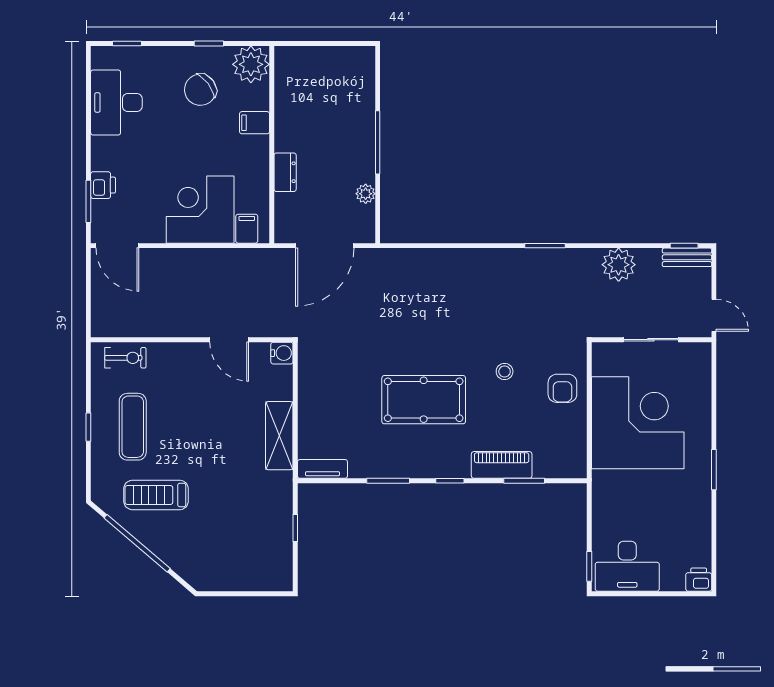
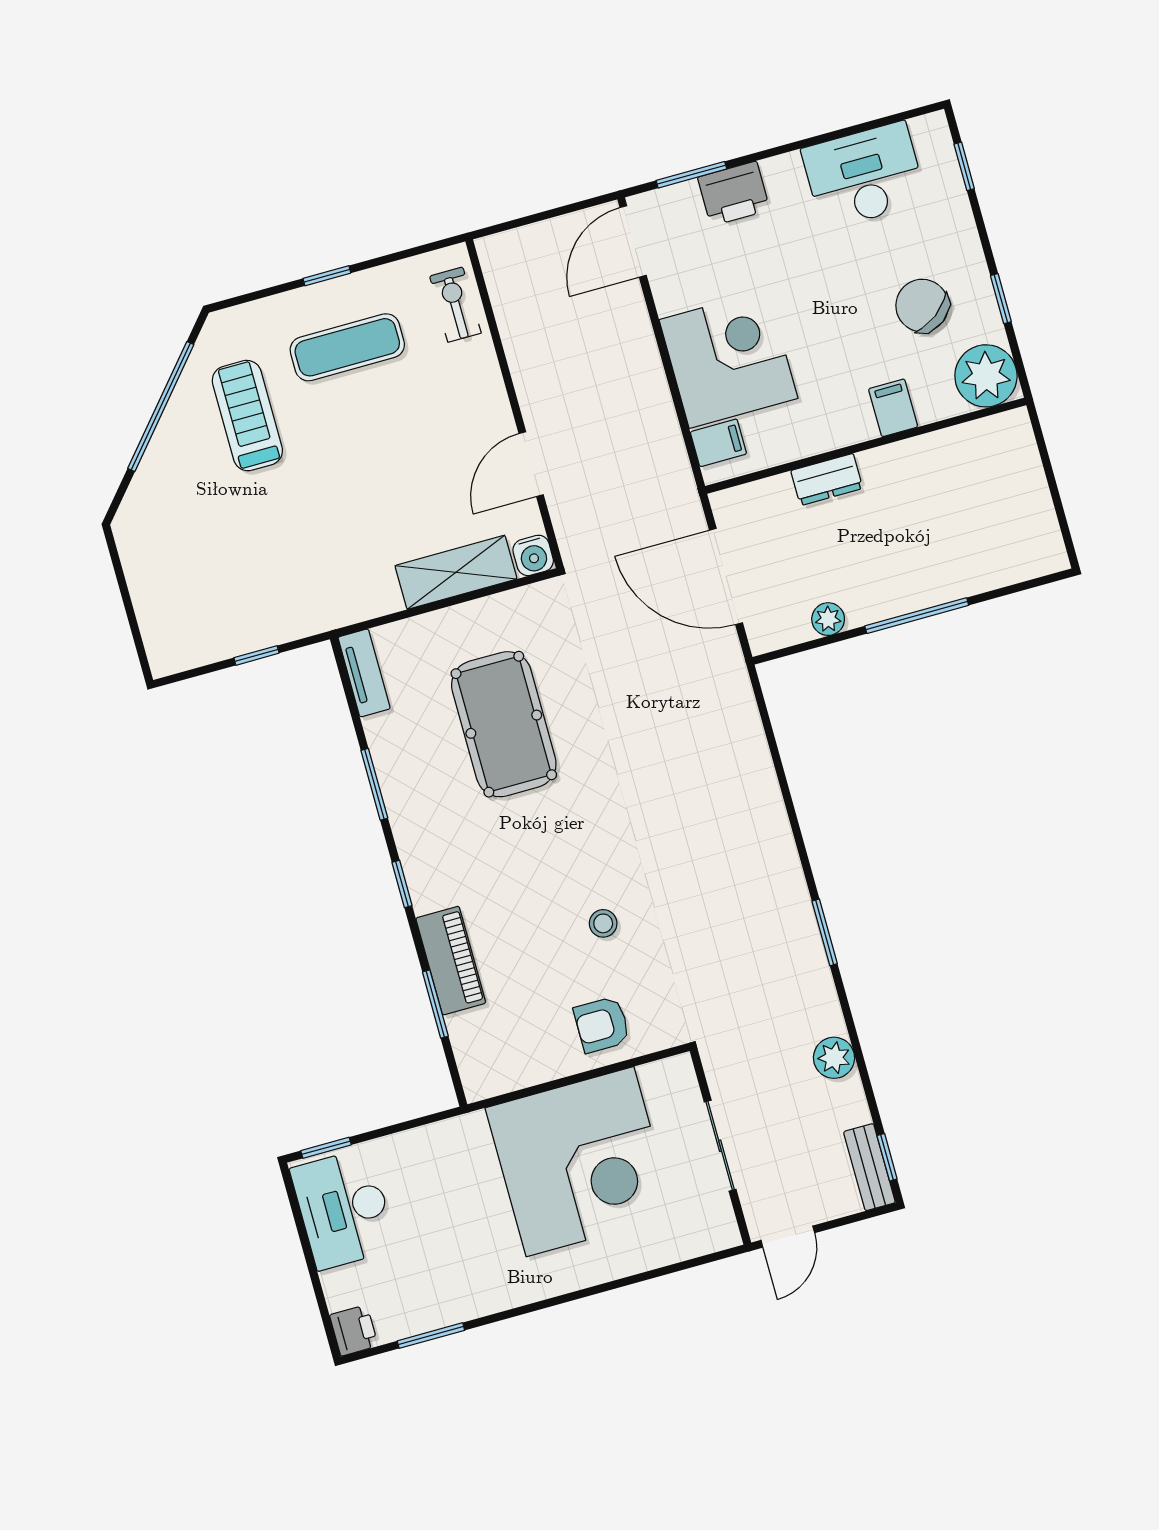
printer: (103, 185) -> (734, 194), width x1.36, depth x1.24
plant: (619, 265) -> (834, 1058), width x0.73, depth x0.73
exercise bike: (125, 358) -> (455, 305), turned 180
pool table: (424, 400) -> (504, 724), moved
shelving: (279, 436) -> (456, 572), moved
window: (714, 470) -> (431, 1336), moved

